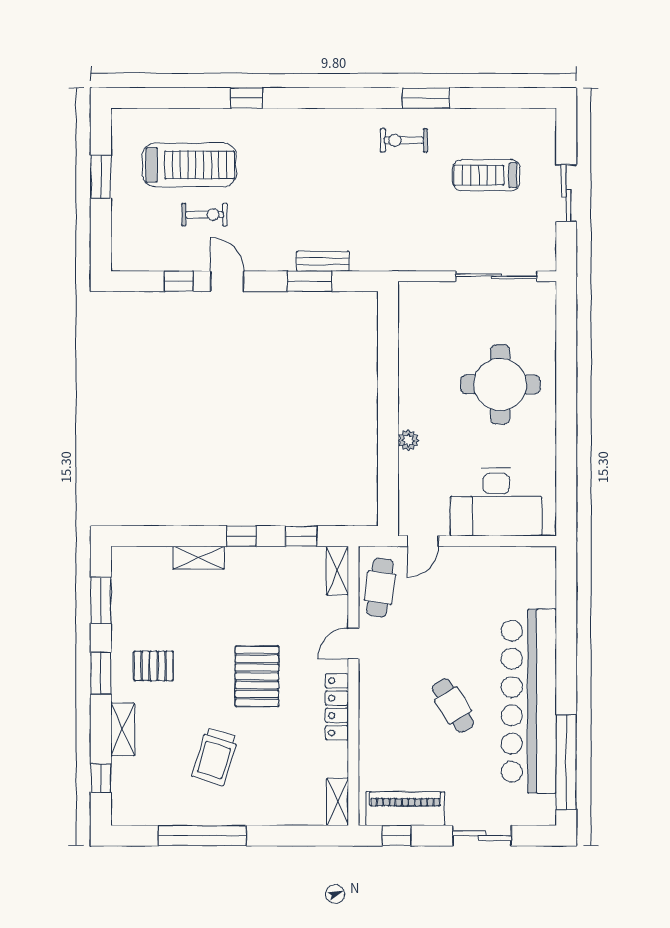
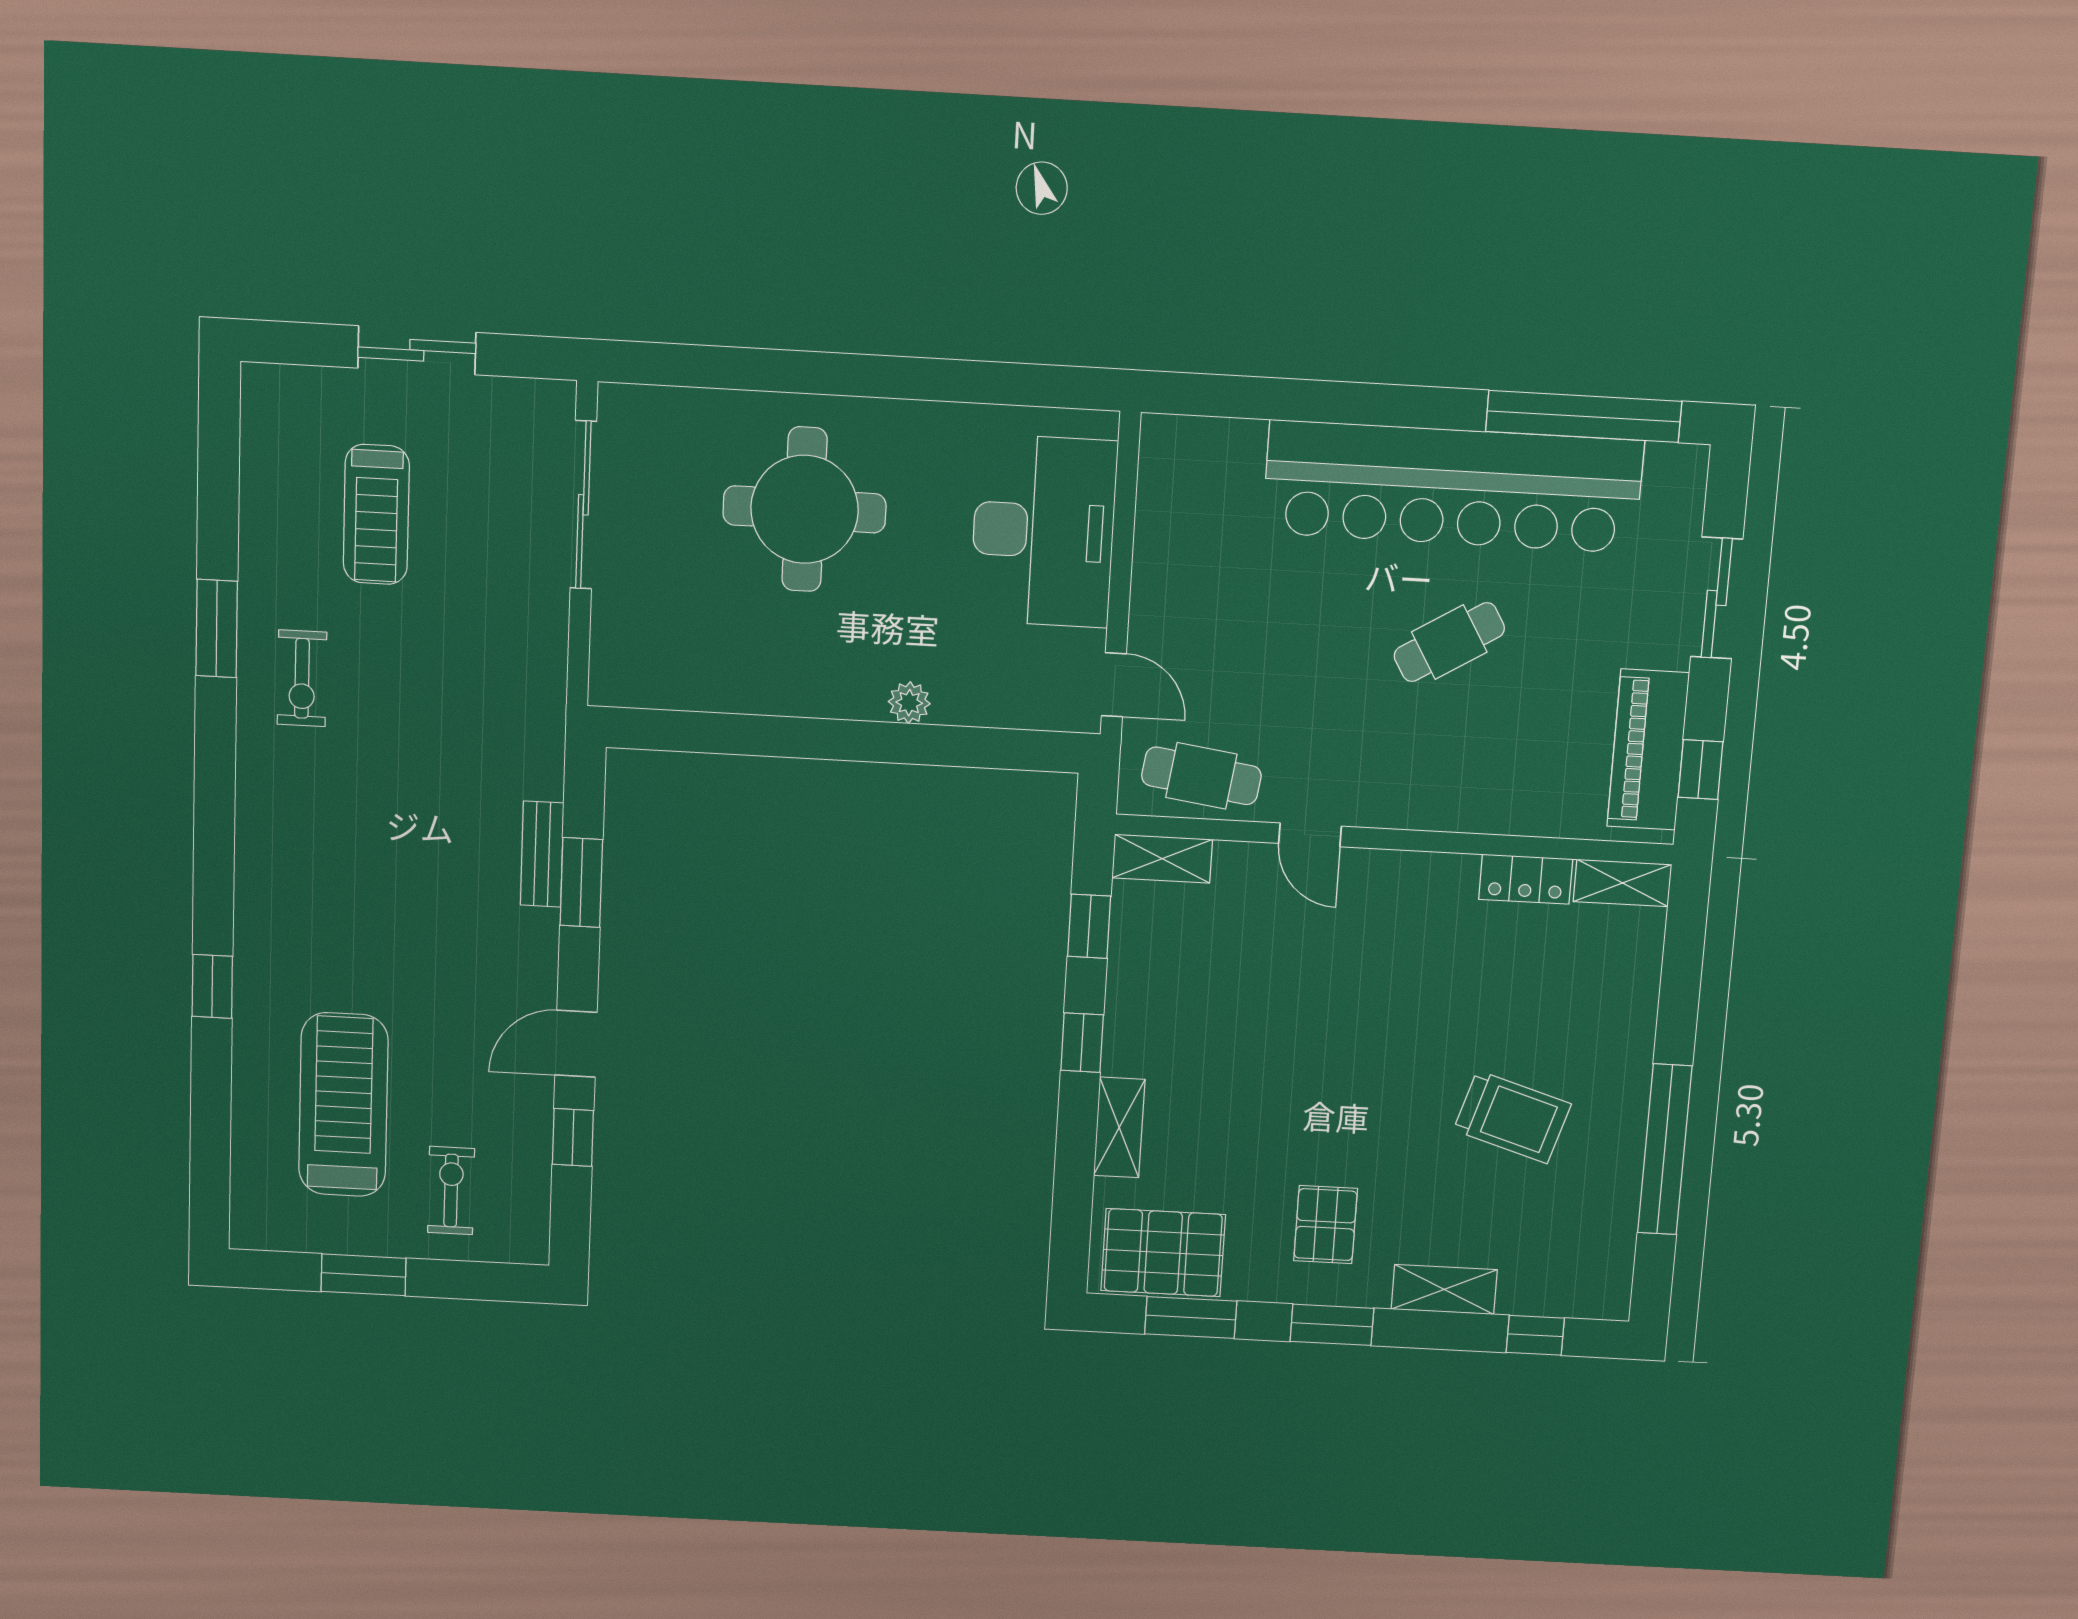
exercise bike: (205, 215) -> (451, 1191), moved
pallet: (257, 676) -> (1163, 1253), moved
locker: (337, 707) -> (1526, 879), moved, width x0.66

